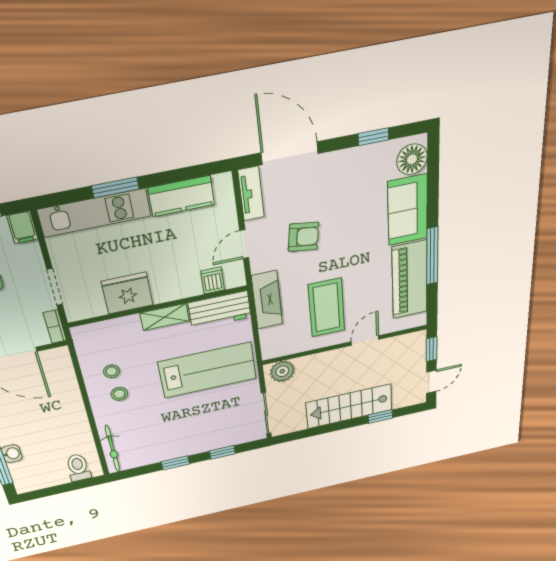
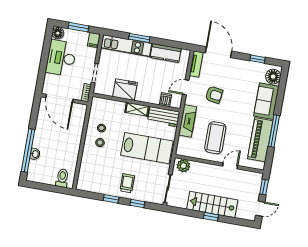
window: (380, 417) -> (211, 217), moved
trolley: (194, 432) -> (127, 183), added
bicycle: (112, 449) -> (84, 174), removed

